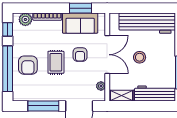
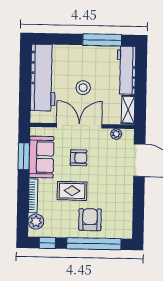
rug: (56, 62) -> (72, 191), moved
armchair: (28, 65) -> (90, 220), turned -90
window: (43, 106) -> (138, 202), removed

